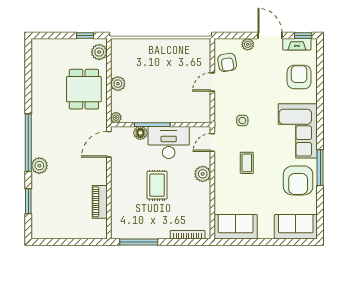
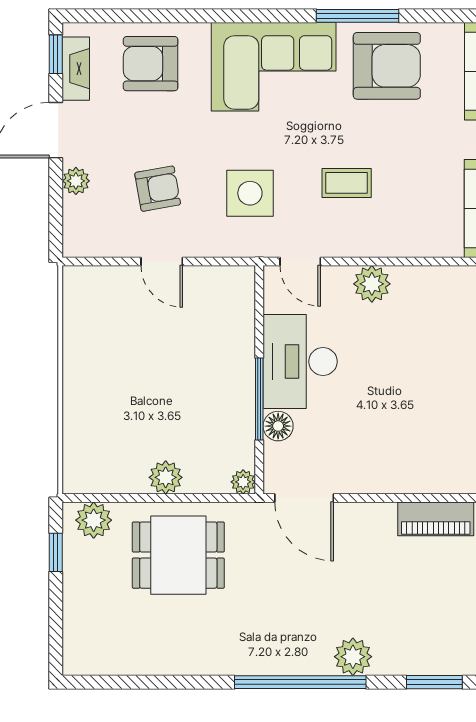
armchair: (227, 62) -> (158, 189), moved
side table: (242, 121) -> (250, 193), width x1.87, depth x1.87
rug: (157, 185) -> (398, 388), removed

